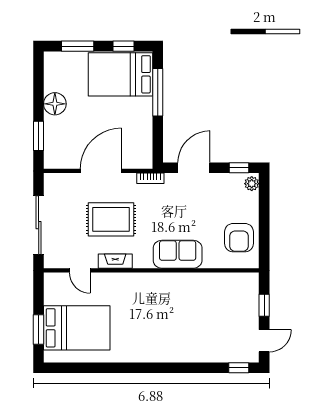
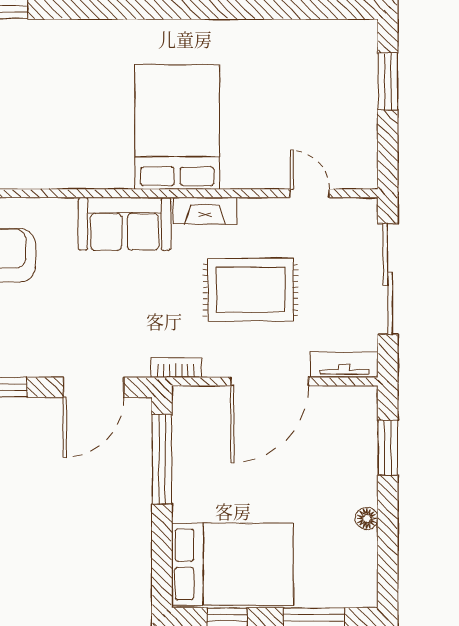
window: (158, 92) -> (162, 459), moved
floor lamp: (55, 104) -> (367, 518), width x0.53, depth x0.53
tv unit: (62, 180) -> (344, 365), added
fireplace: (115, 261) -> (205, 211), moved
bed: (77, 328) -> (177, 127), moved, turned 90

